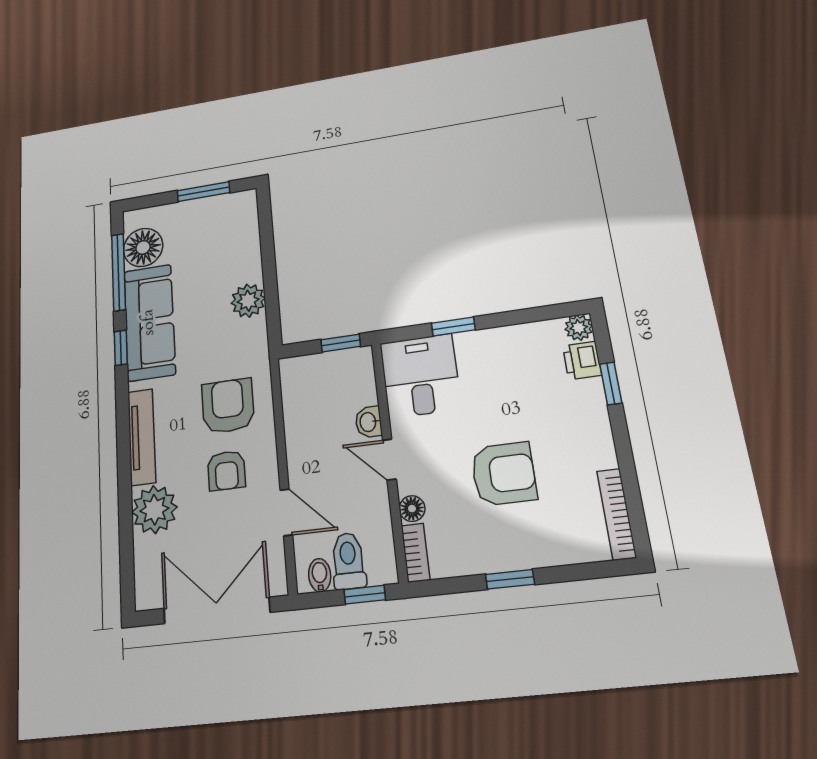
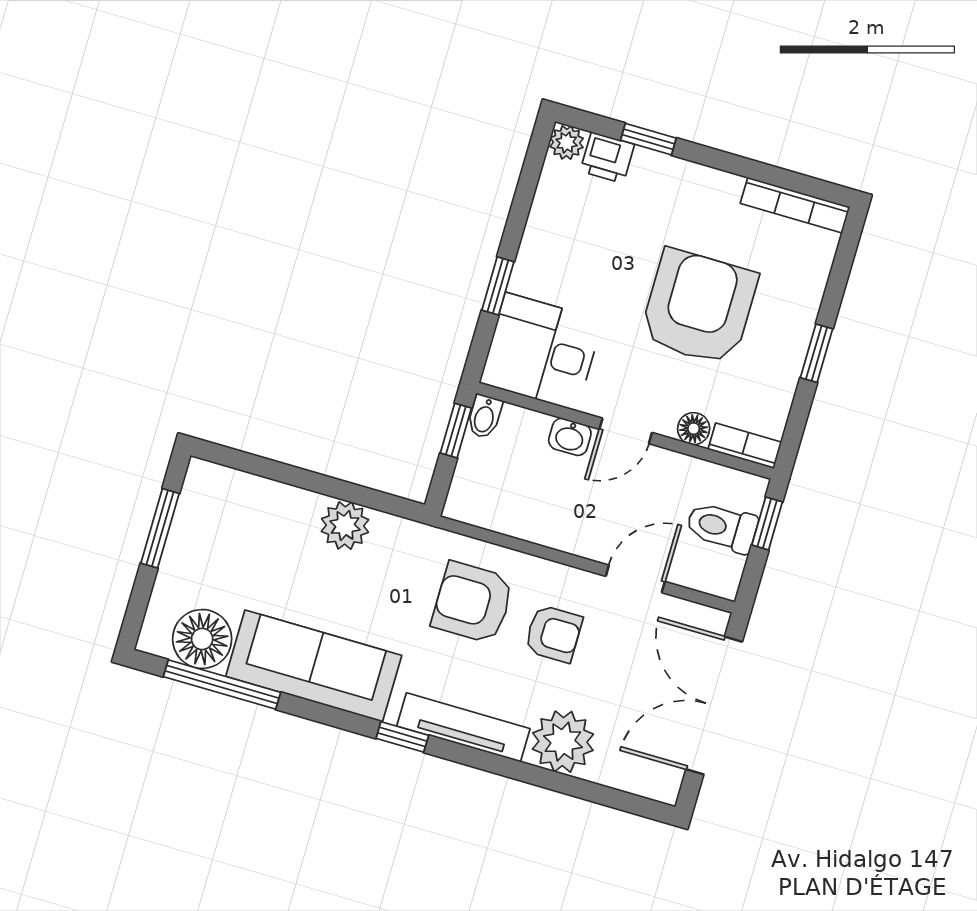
window: (121, 348) -> (402, 737), moved
armchair: (504, 474) -> (699, 307), width x1.36, depth x1.36
bidet: (320, 575) -> (485, 417), moved, turned -90

